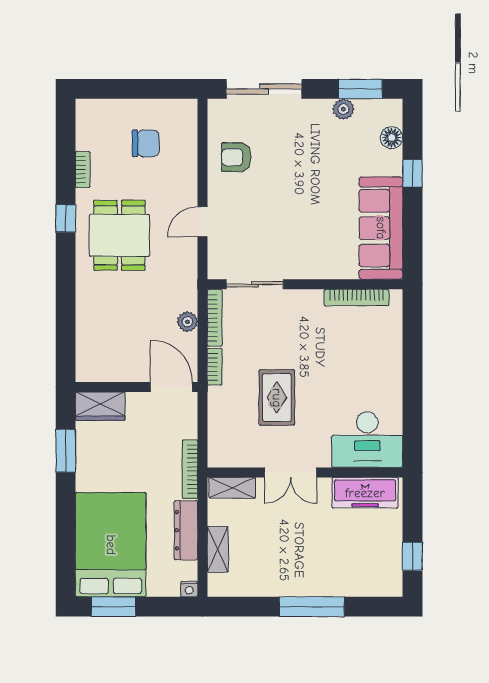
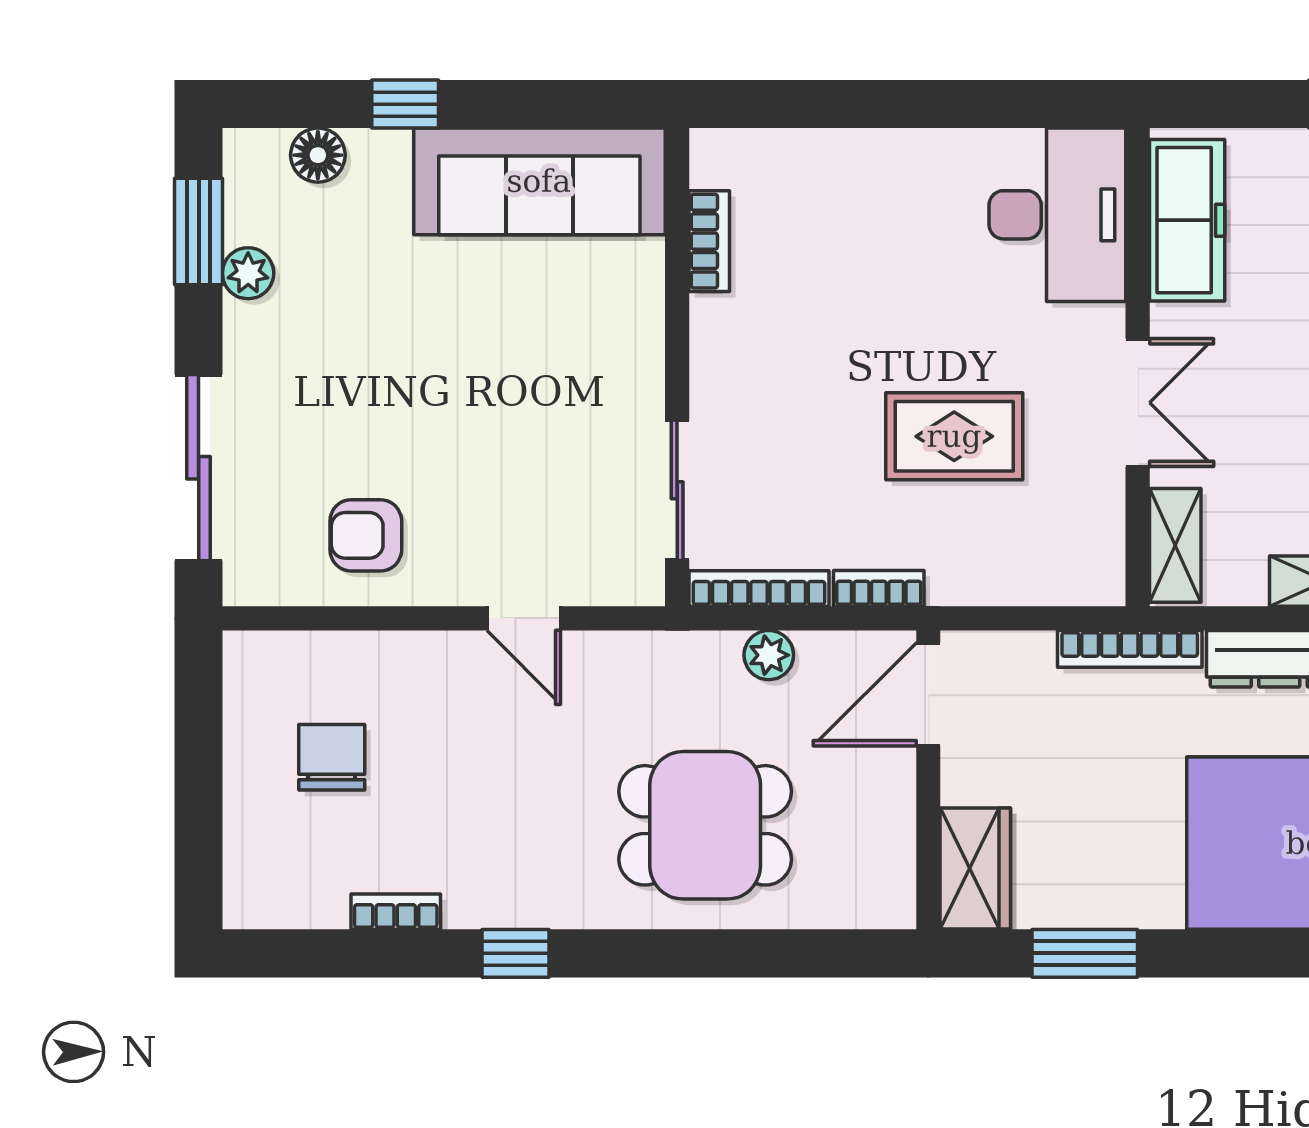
armchair: (236, 157) -> (366, 535), turned 90
dining table: (119, 235) -> (705, 825), moved
bookcase: (357, 297) -> (709, 241), width x0.64

